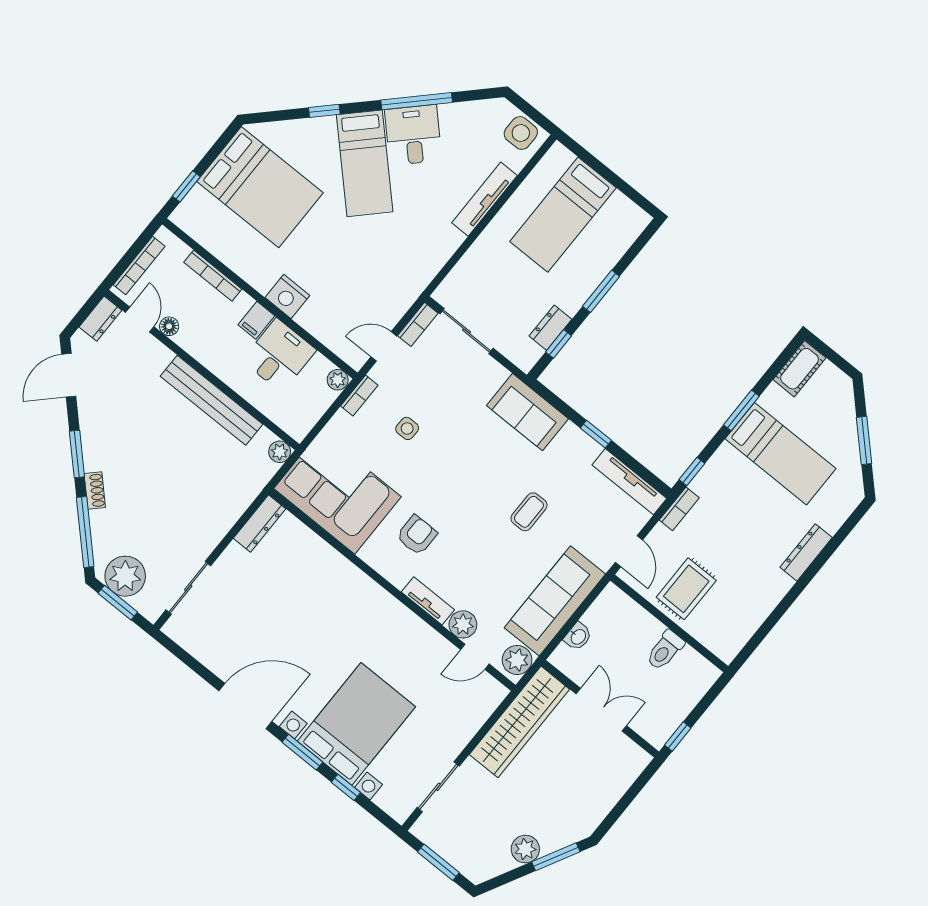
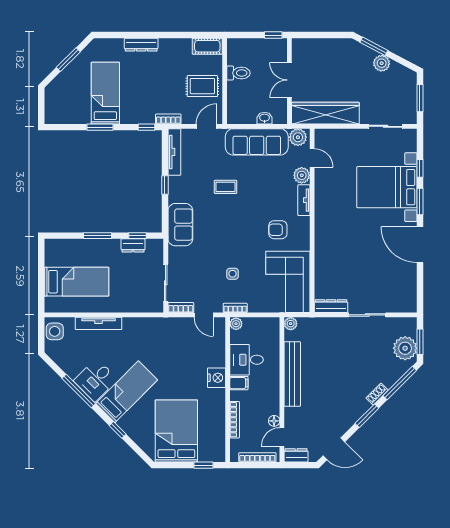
cot: (799, 369) -> (207, 46), moved
sliding door: (188, 588) -> (367, 315), moved

